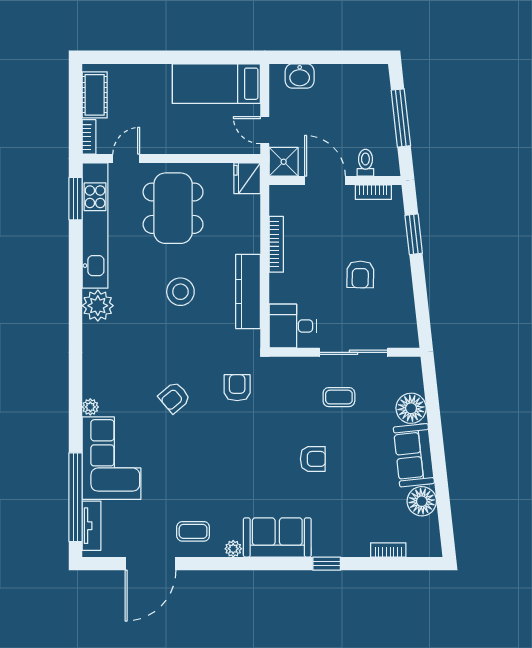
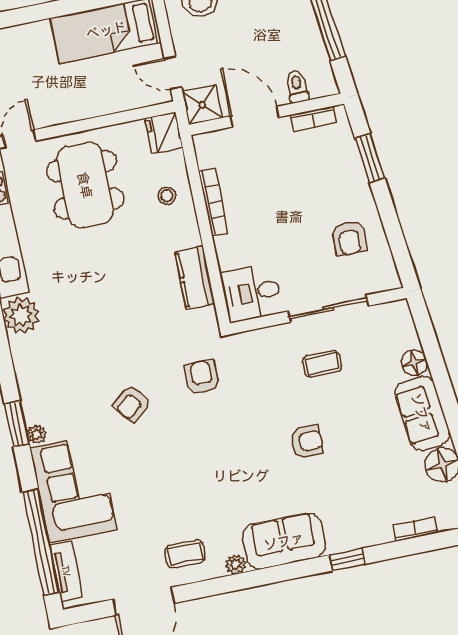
armchair: (360, 274) -> (349, 238), moved
kitchen counter: (248, 291) -> (195, 278), width x0.67
stool: (180, 292) -> (167, 196), moved, width x0.53, depth x0.53
window: (75, 395) -> (17, 424), added
floor lamp: (411, 408) -> (414, 363), width x0.73, depth x0.73

